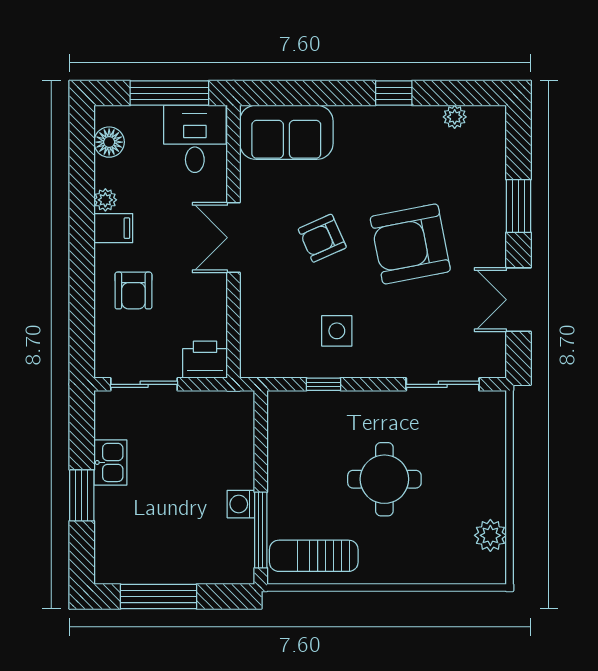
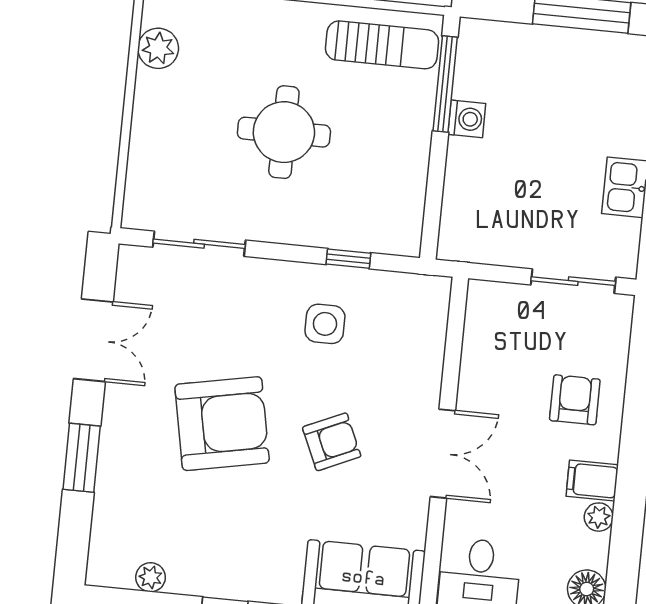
printer: (205, 360) -> (494, 304), removed

